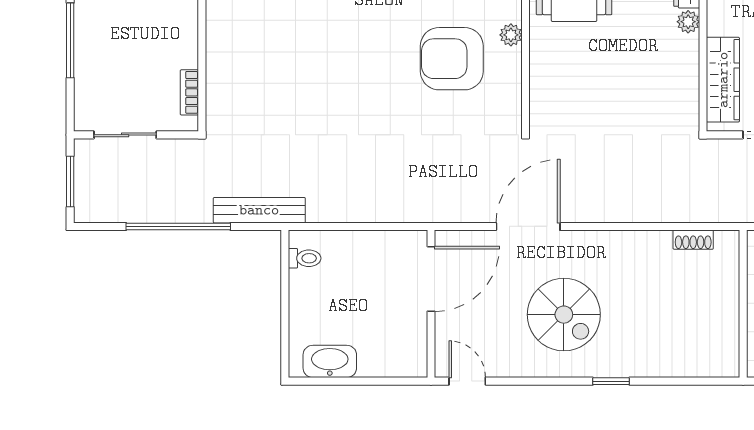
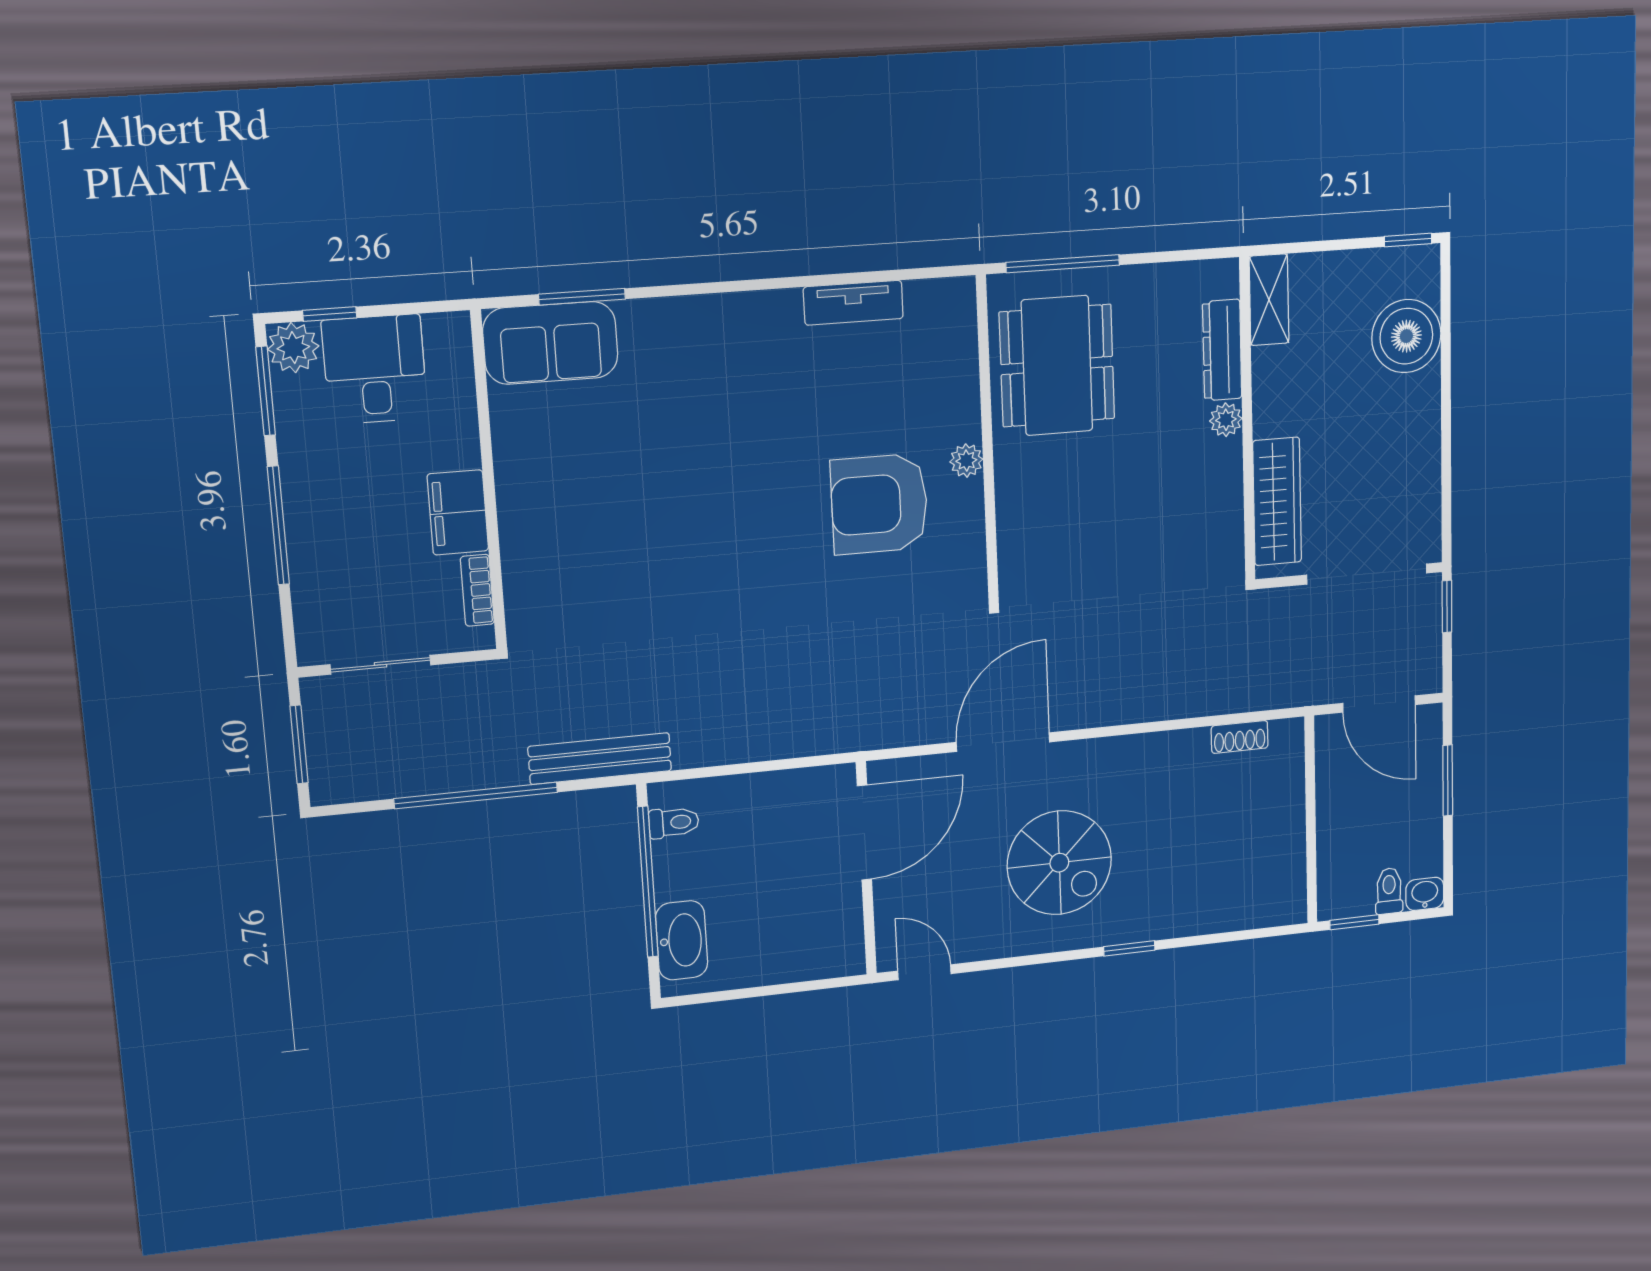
filing cabinet: (181, 41) -> (458, 512), added
window: (285, 297) -> (648, 882), added
washbasin: (330, 361) -> (682, 940), moved, turned 90

